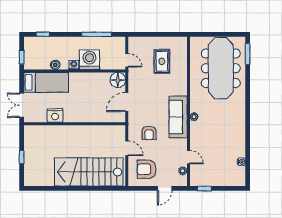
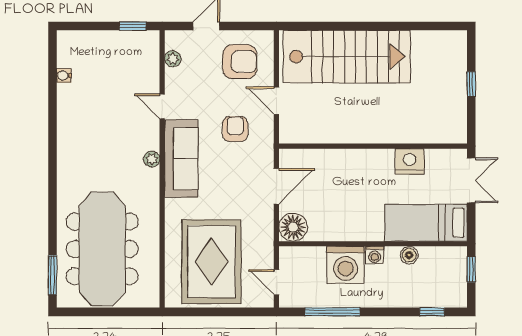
door: (127, 60) -> (276, 282), moved
rug: (162, 61) -> (211, 262), width x1.86, depth x2.06
door: (188, 157) -> (162, 107), moved

